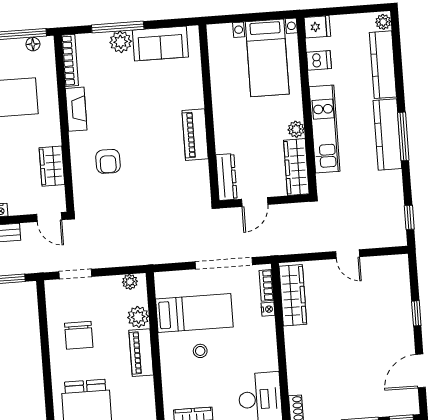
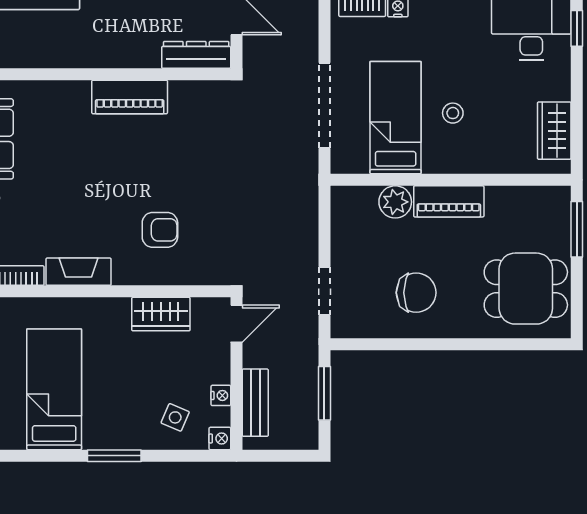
doorway: (224, 263) -> (324, 106), moved
plant: (130, 282) -> (342, 210), removed

